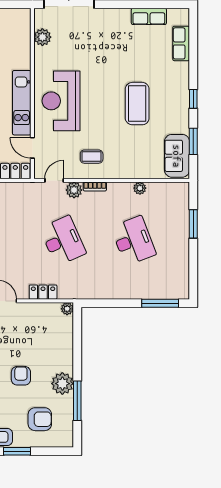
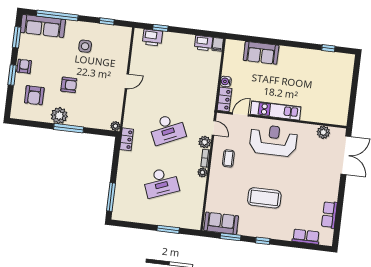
plant: (140, 188) -> (202, 172), moved
locker: (43, 292) -> (127, 139), moved
window: (77, 401) -> (69, 128), moved

